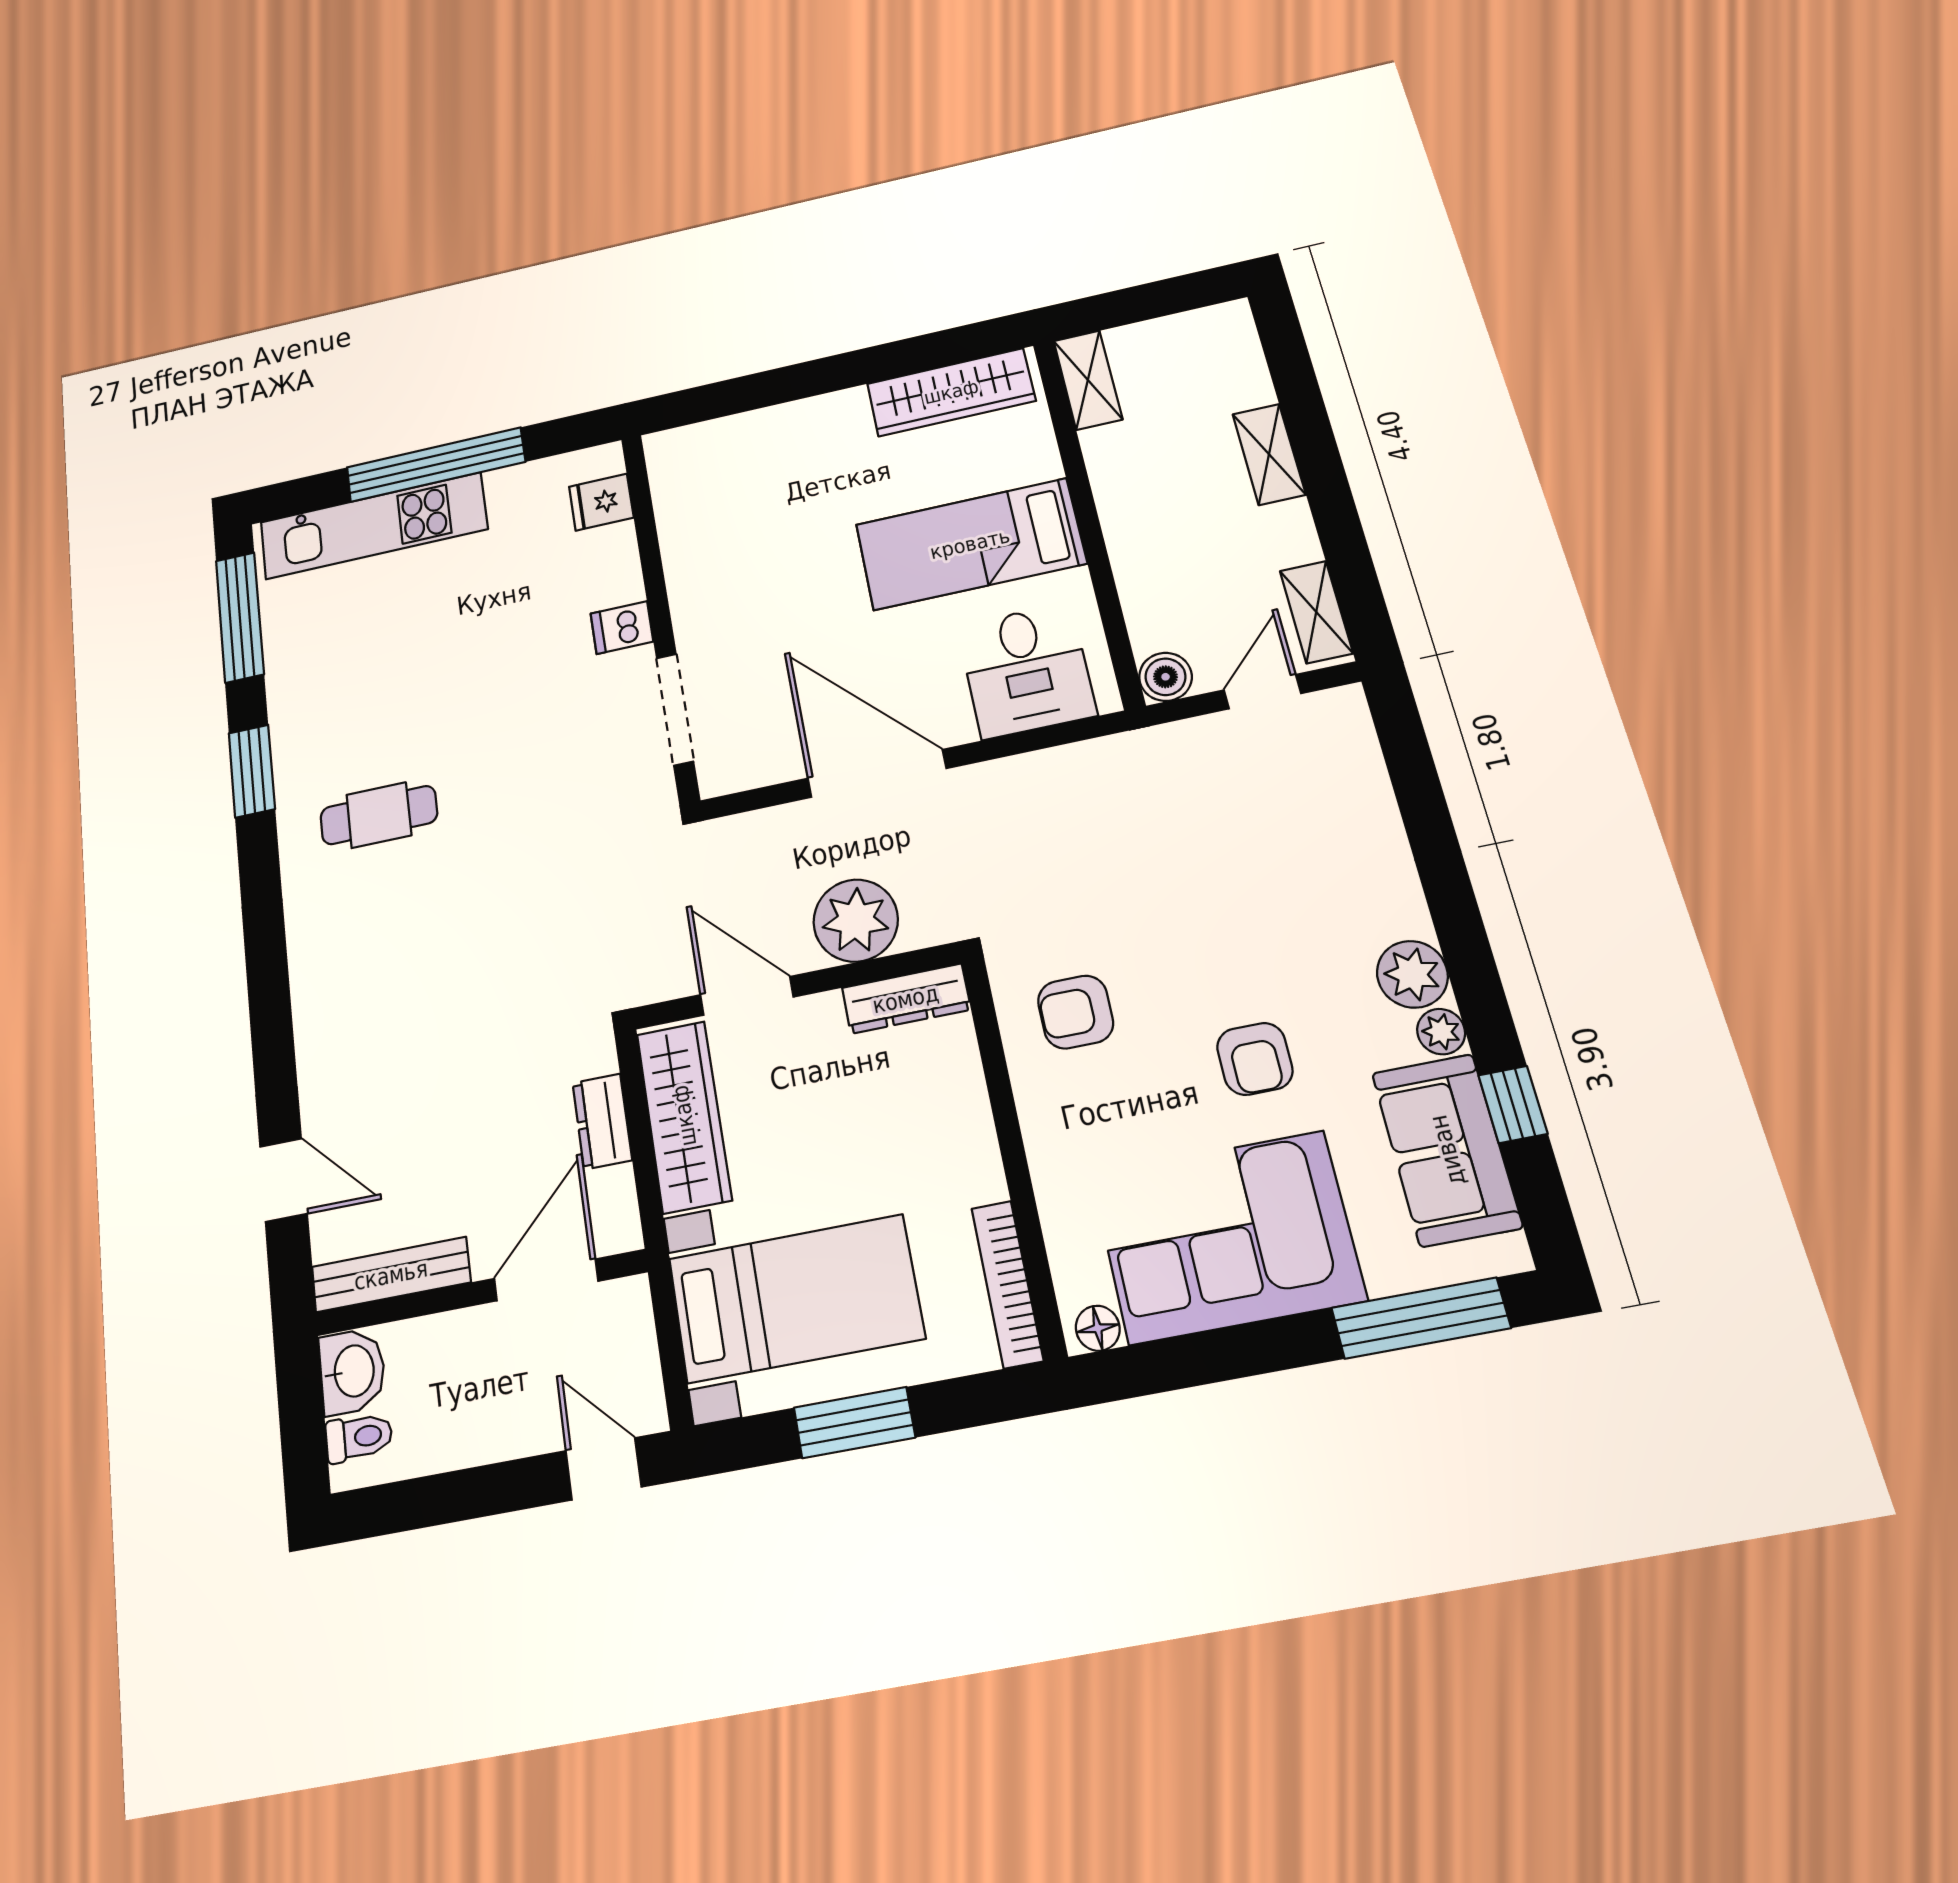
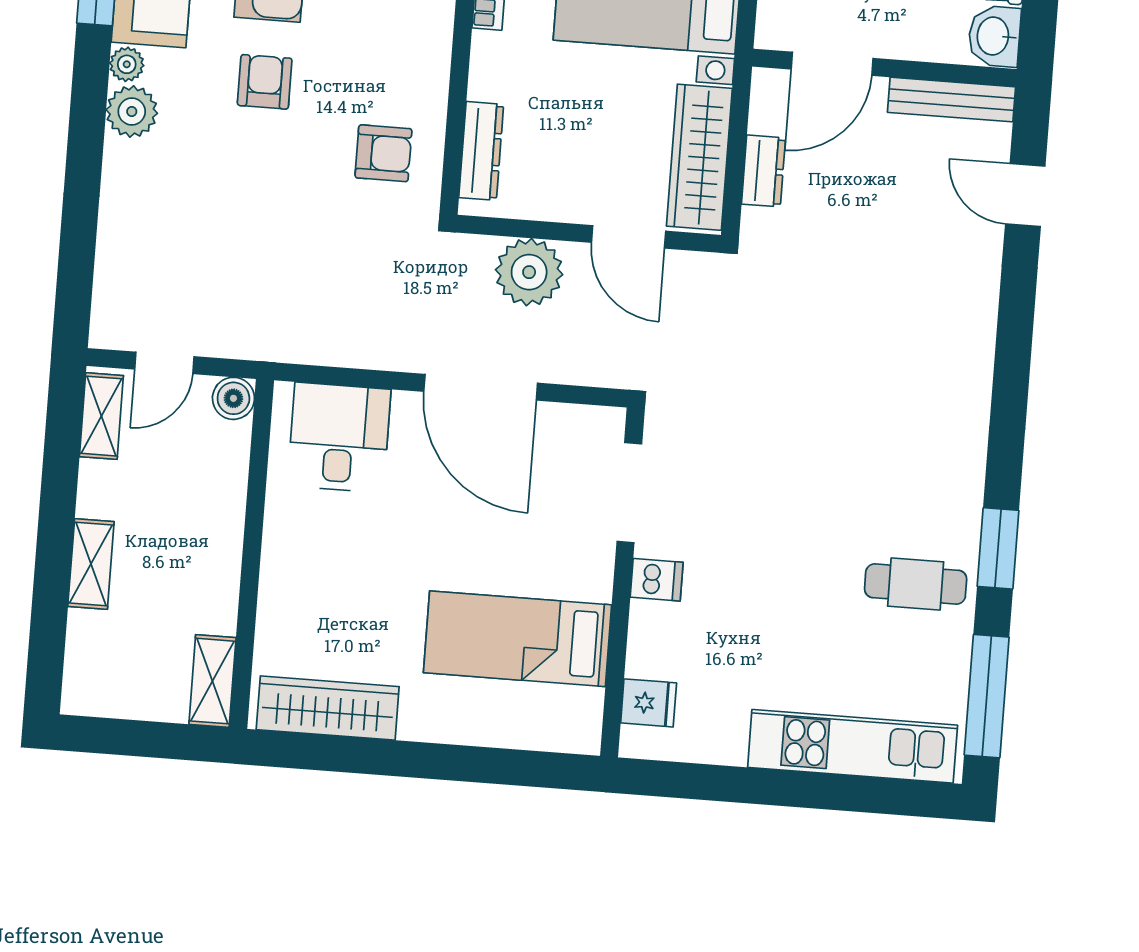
window: (436, 465) -> (786, 788), removed
bed: (970, 544) -> (517, 639), moved, turned 180
cafe table: (379, 815) -> (916, 584), moved
dresser: (906, 999) -> (481, 151), moved, turned 90

